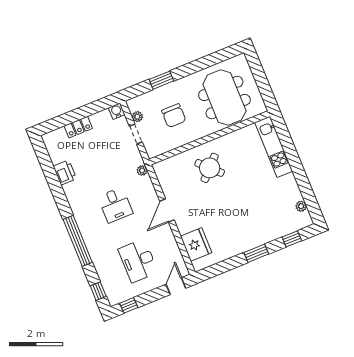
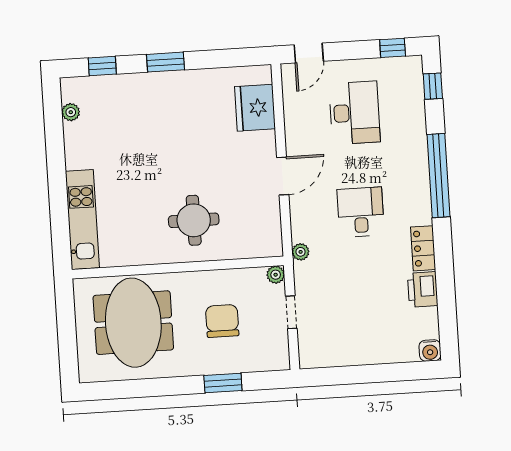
water cooler: (117, 111) -> (430, 351), moved
plant: (137, 117) -> (276, 275), moved
locker: (78, 127) -> (423, 248), moved, turned -90
round table: (210, 168) -> (194, 220), turned 45

